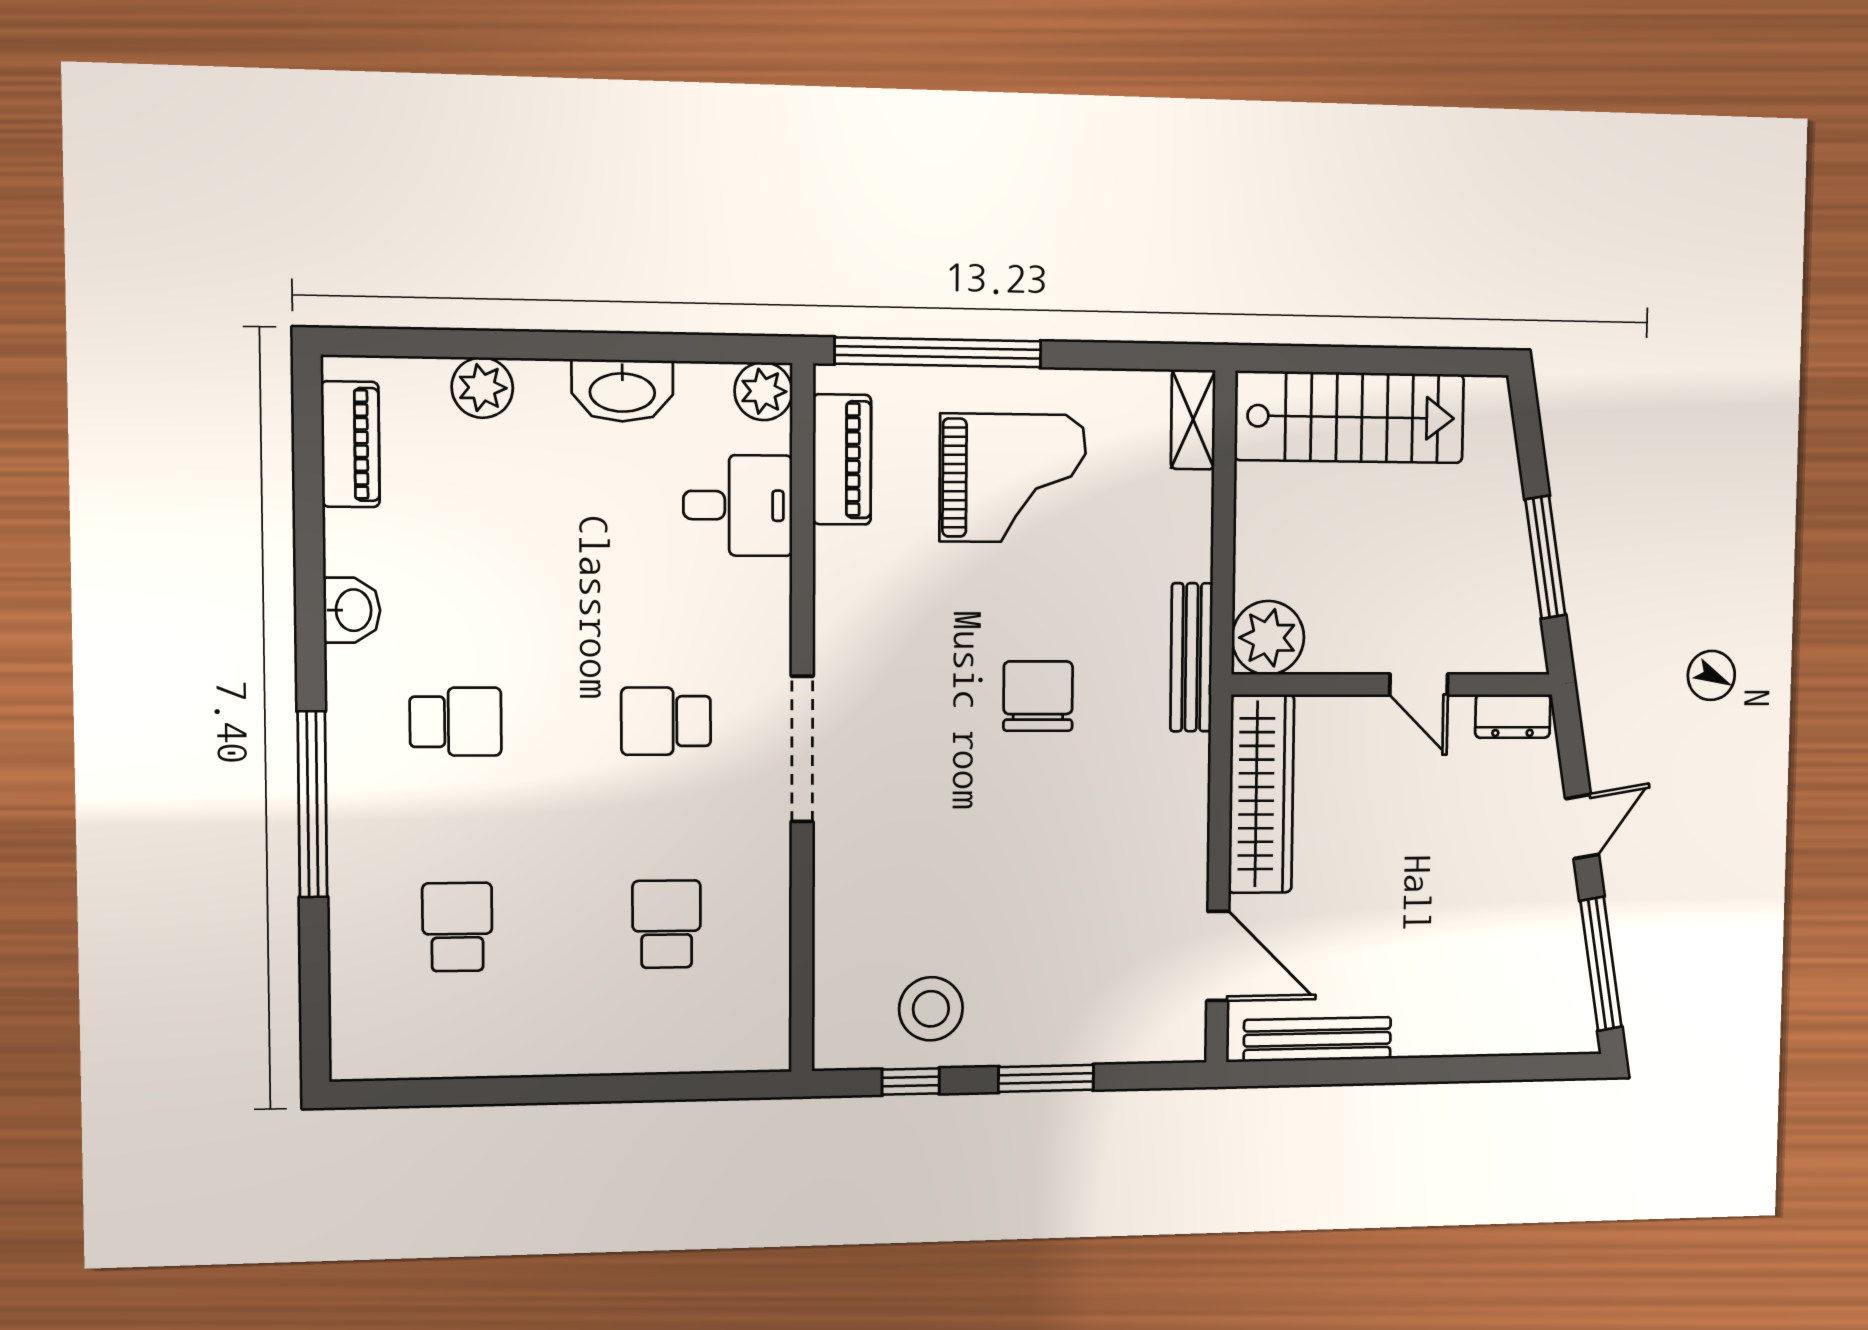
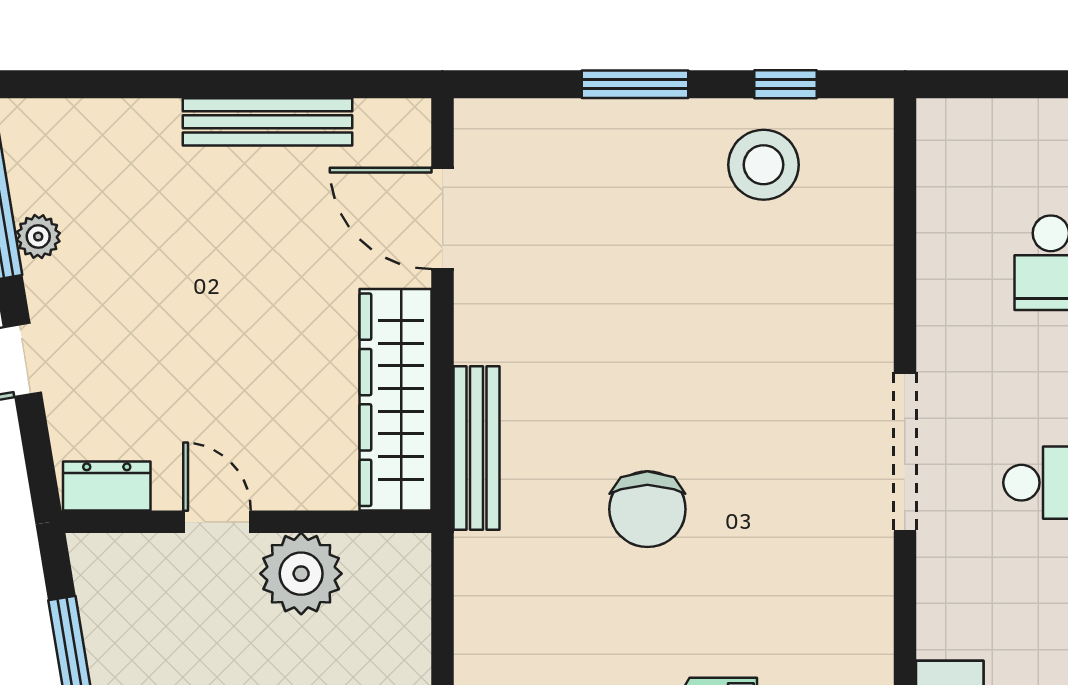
plant: (1268, 638) -> (301, 574), moved
bench: (1192, 657) -> (477, 448), moved
plant: (1566, 935) -> (38, 237), added
bench: (1317, 1039) -> (268, 122), moved

